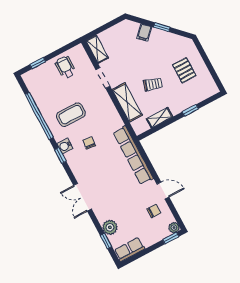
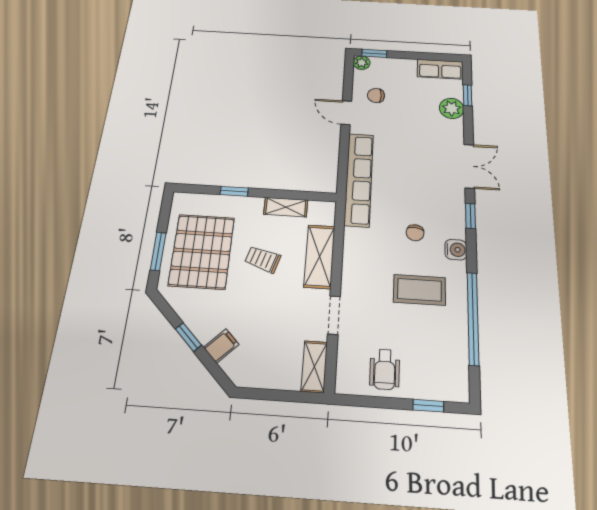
window: (205, 57) -> (158, 251), added
pallet: (184, 70) -> (202, 251), width x2.05, depth x2.00
window: (60, 155) -> (470, 216), moved

